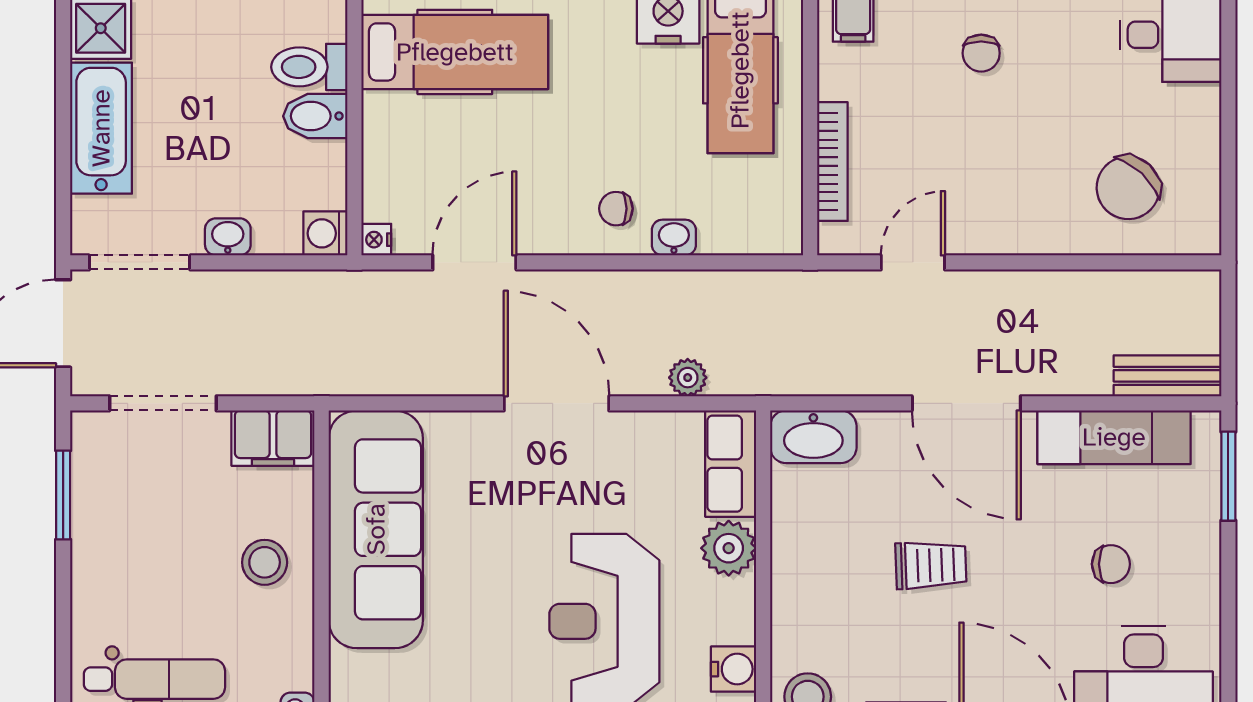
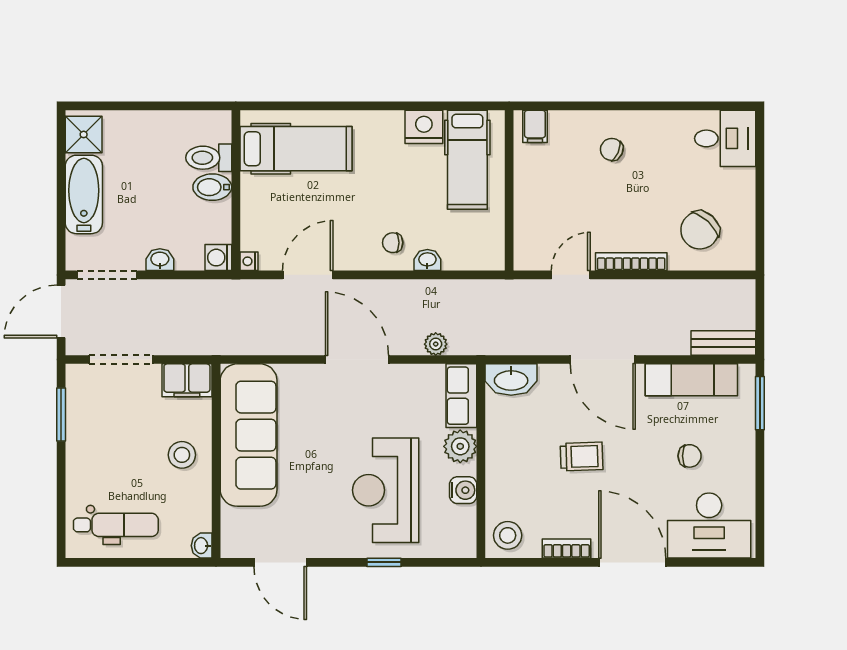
chair: (981, 53) -> (612, 149), turned 113
bookcase: (832, 162) -> (631, 262), moved, turned -90
water cooler: (734, 669) -> (463, 490), moved

